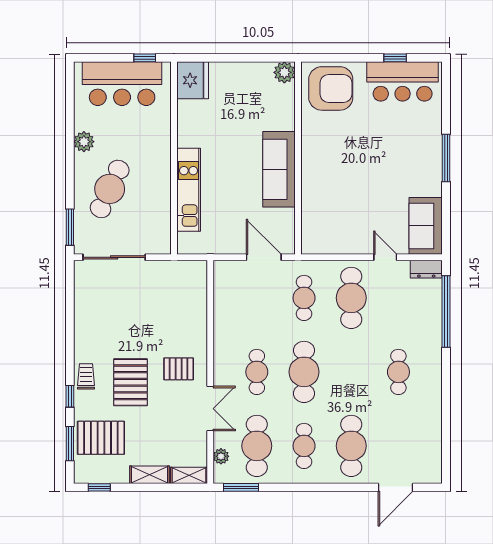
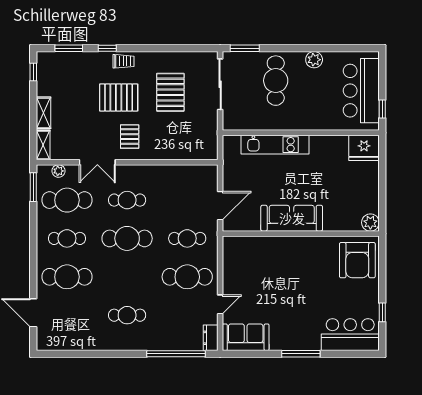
bar counter: (403, 81) -> (350, 335), moved, turned 90
cafe table: (110, 189) -> (276, 81), turned 65
pallet: (101, 438) -> (170, 92), moved

